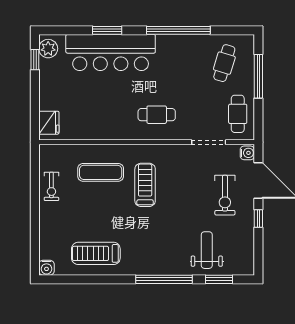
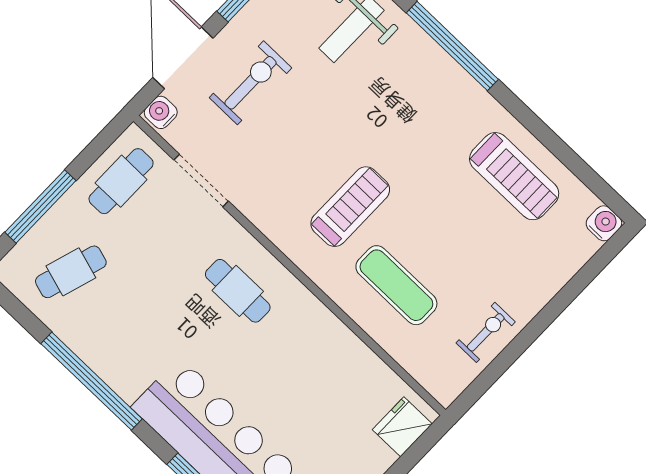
treadmill: (145, 185) -> (350, 207), turned 180

